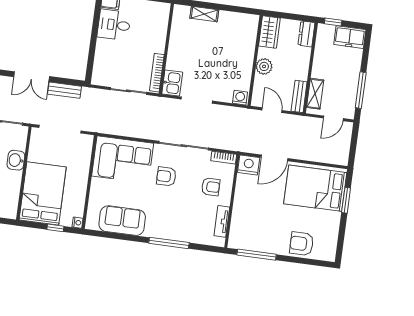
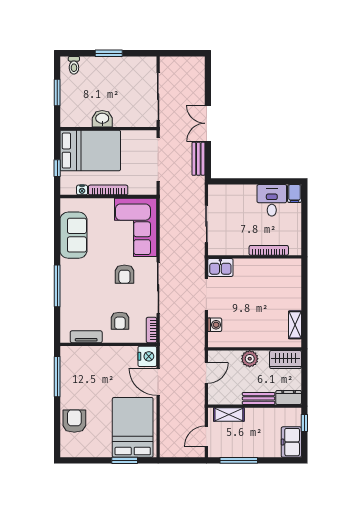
shelving: (204, 14) -> (295, 325), moved
bookcase: (157, 73) -> (269, 250), moved
bench: (299, 96) -> (259, 398), moved
washing machine: (240, 98) -> (215, 325), moved
door: (333, 118) -> (206, 436), hinge flipped
washbasin: (16, 160) -> (102, 119), moved
armchair: (166, 176) -> (124, 274), turned 180
bookcase: (83, 181) -> (108, 190), added
nightstand: (78, 223) -> (82, 190), moved

